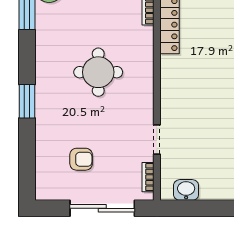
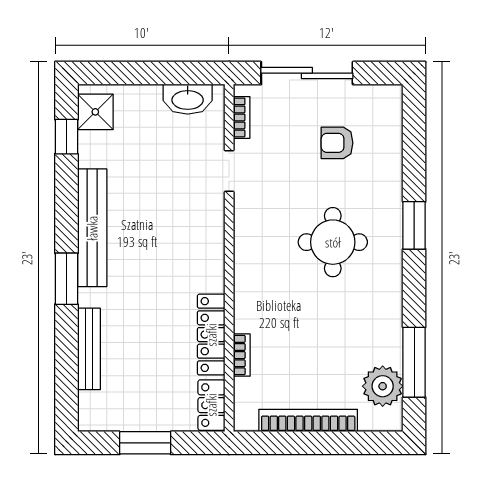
round table: (98, 72) -> (333, 242), moved
washbasin: (186, 190) -> (188, 99), width x1.38

